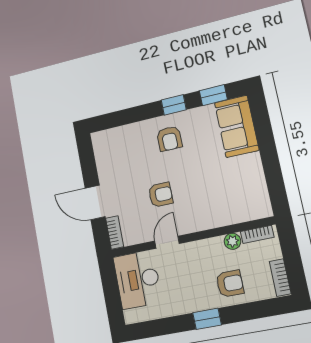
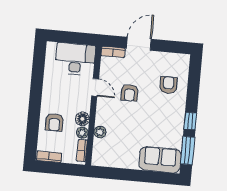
window: (213, 95) -> (188, 151), width x1.50
armchair: (169, 139) -> (168, 85), moved, turned 90
plant: (224, 218) -> (100, 132), added
floor lamp: (214, 247) -> (82, 119), added
window: (207, 319) -> (35, 100), removed

